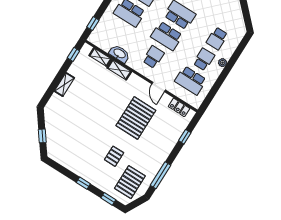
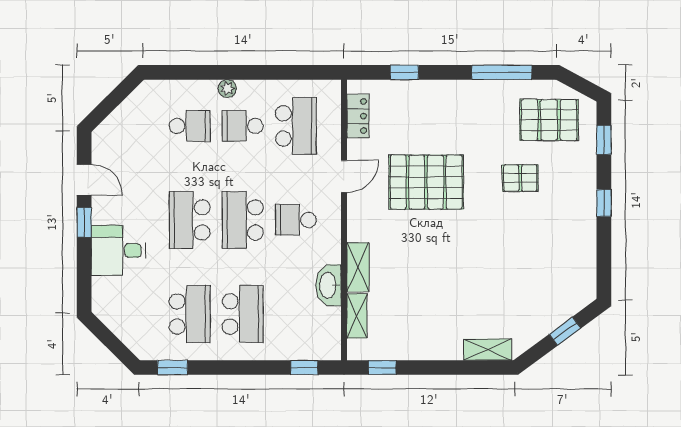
school desk: (167, 36) -> (243, 220), turned 180
shelving: (64, 85) -> (488, 350), moved

